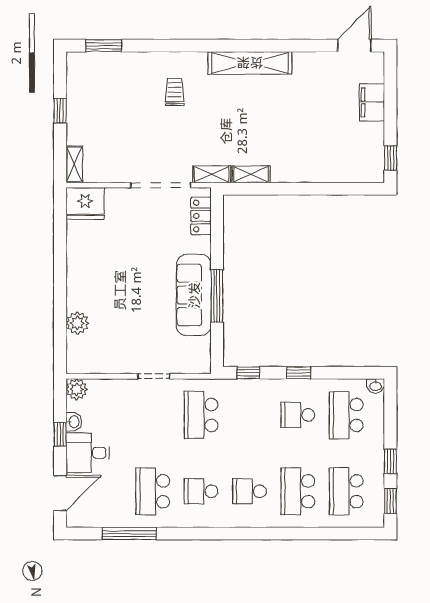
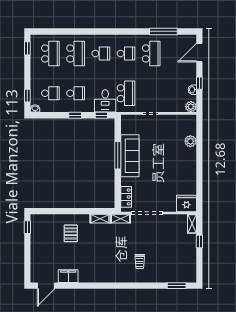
shelving: (250, 63) -> (101, 277), removed
filing cabinet: (372, 102) -> (68, 276), moved, turned -90
window: (60, 111) -> (199, 241), moved
pallet: (307, 146) -> (71, 233), added
school desk: (346, 415) -> (50, 93), width x0.54
desk: (88, 453) -> (105, 101), moved, turned 90
window: (390, 461) -> (27, 96), moved

